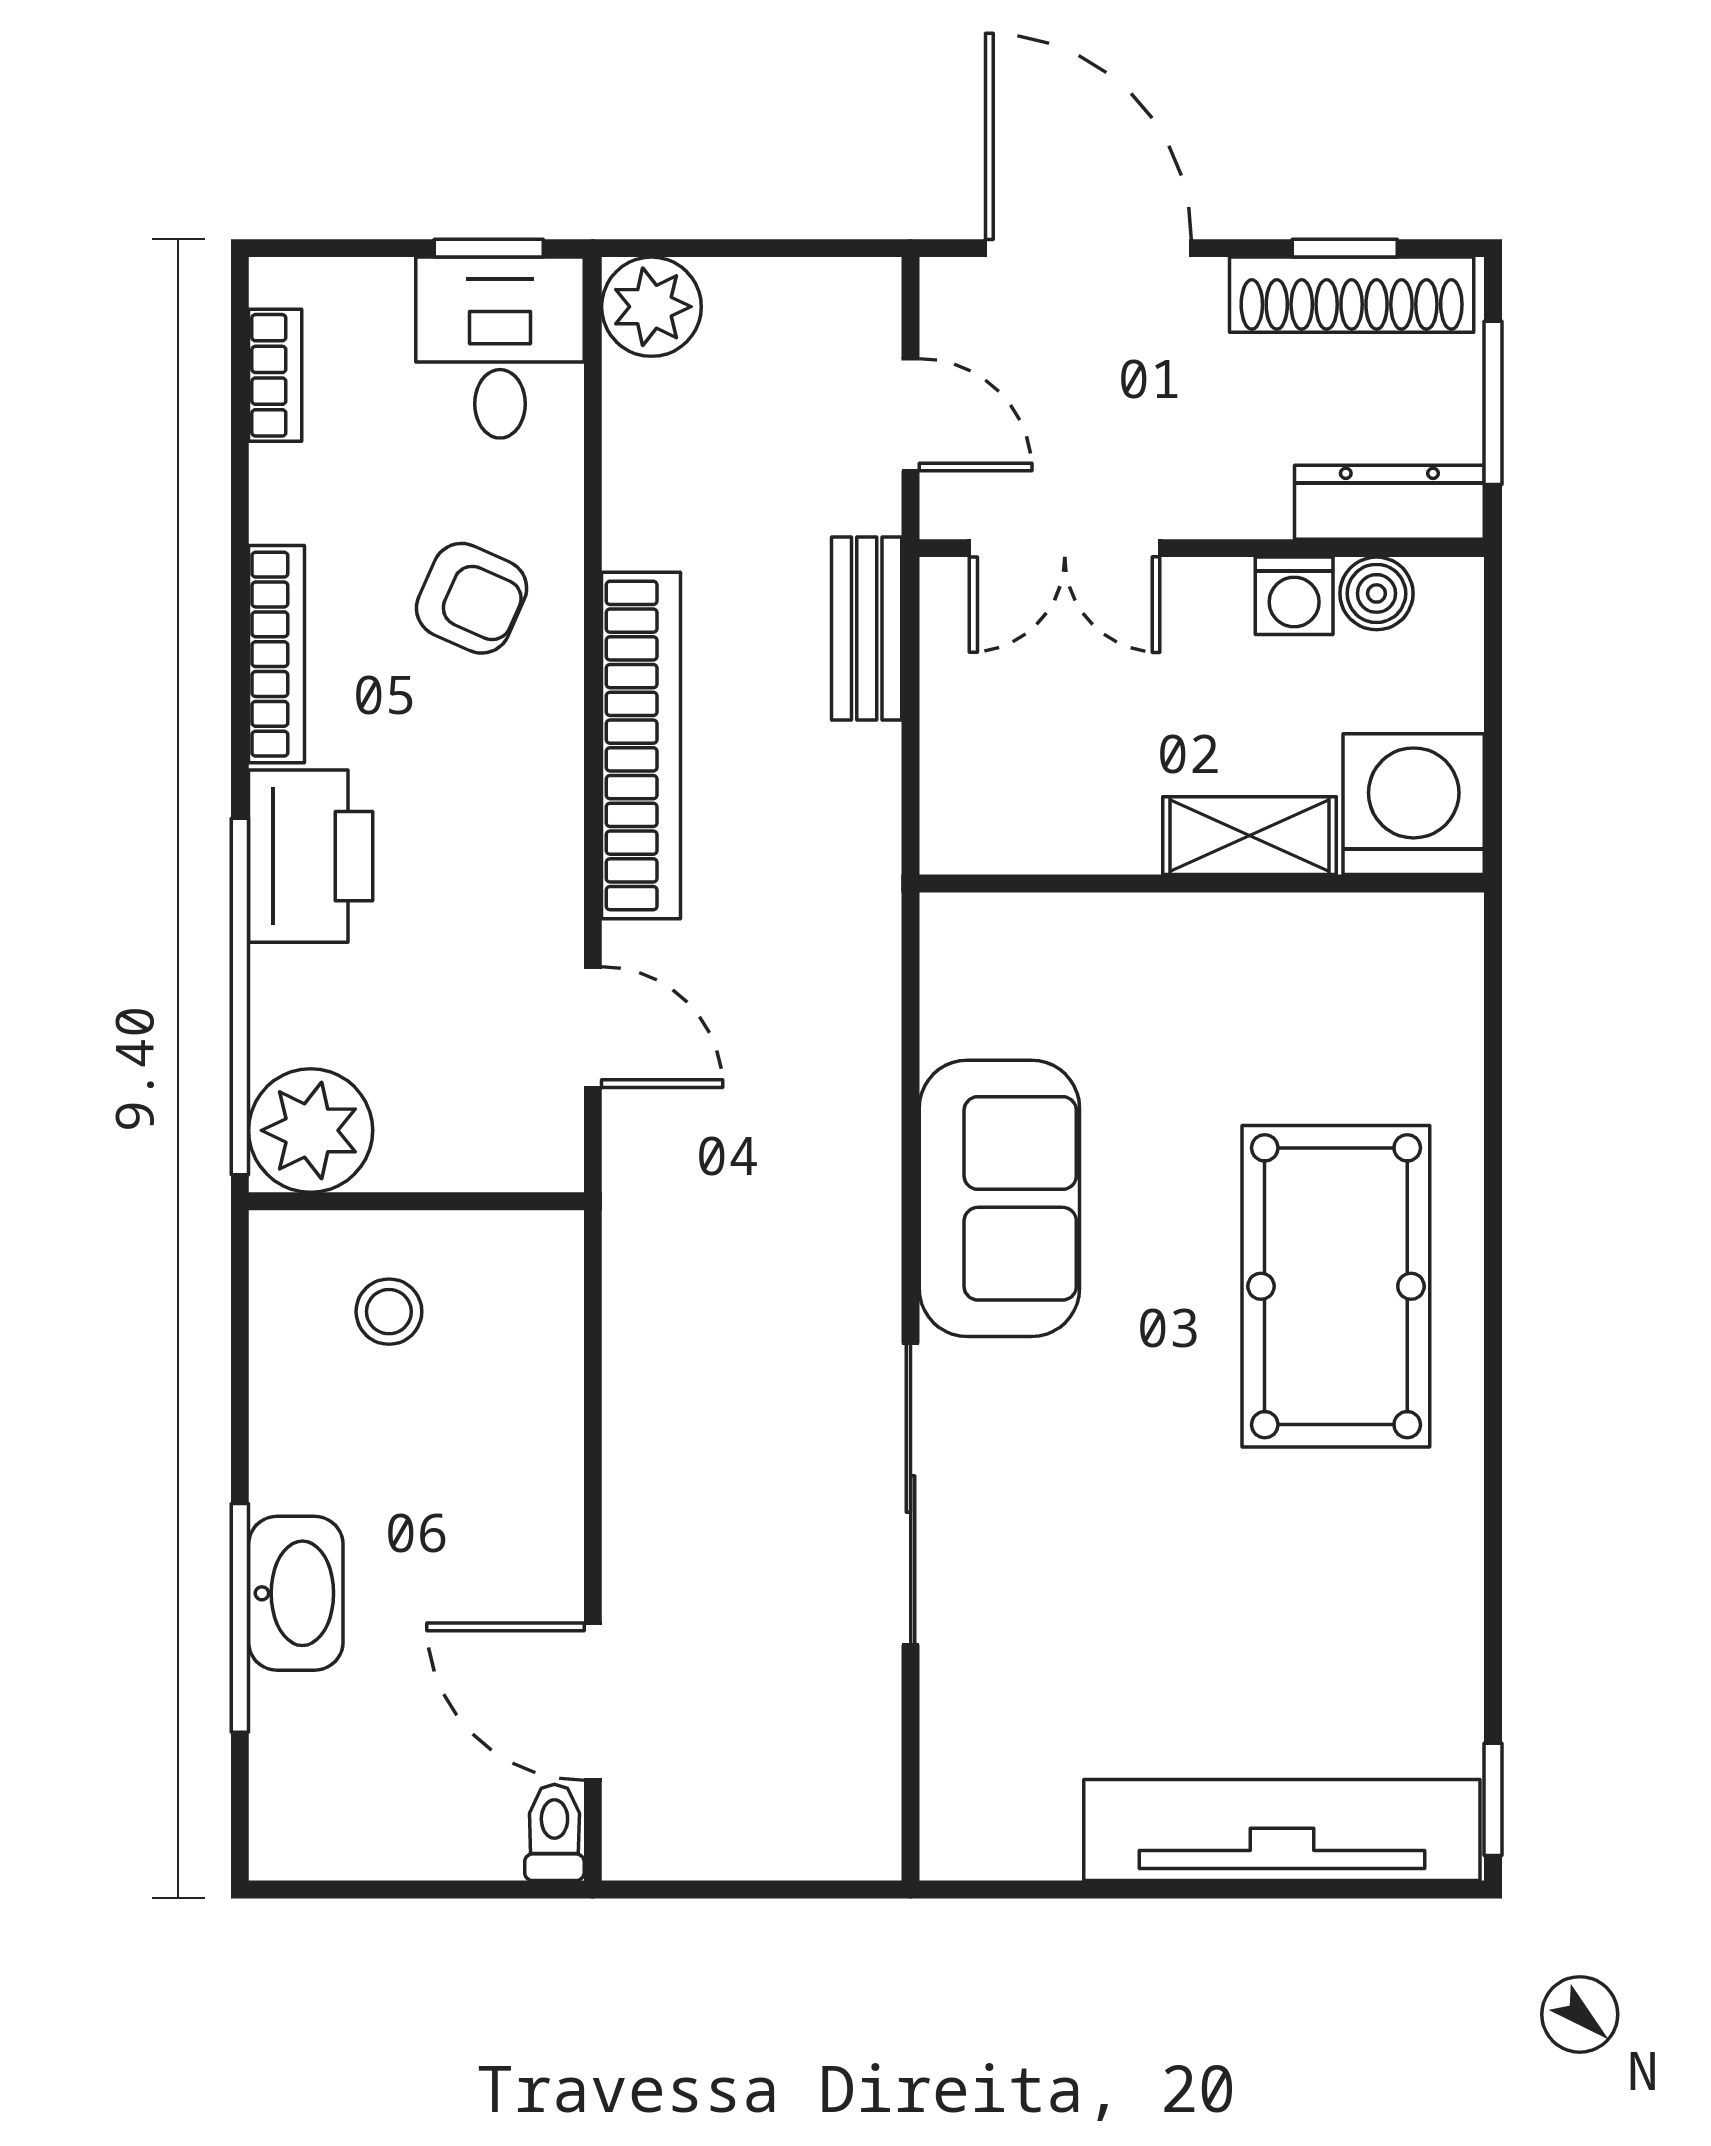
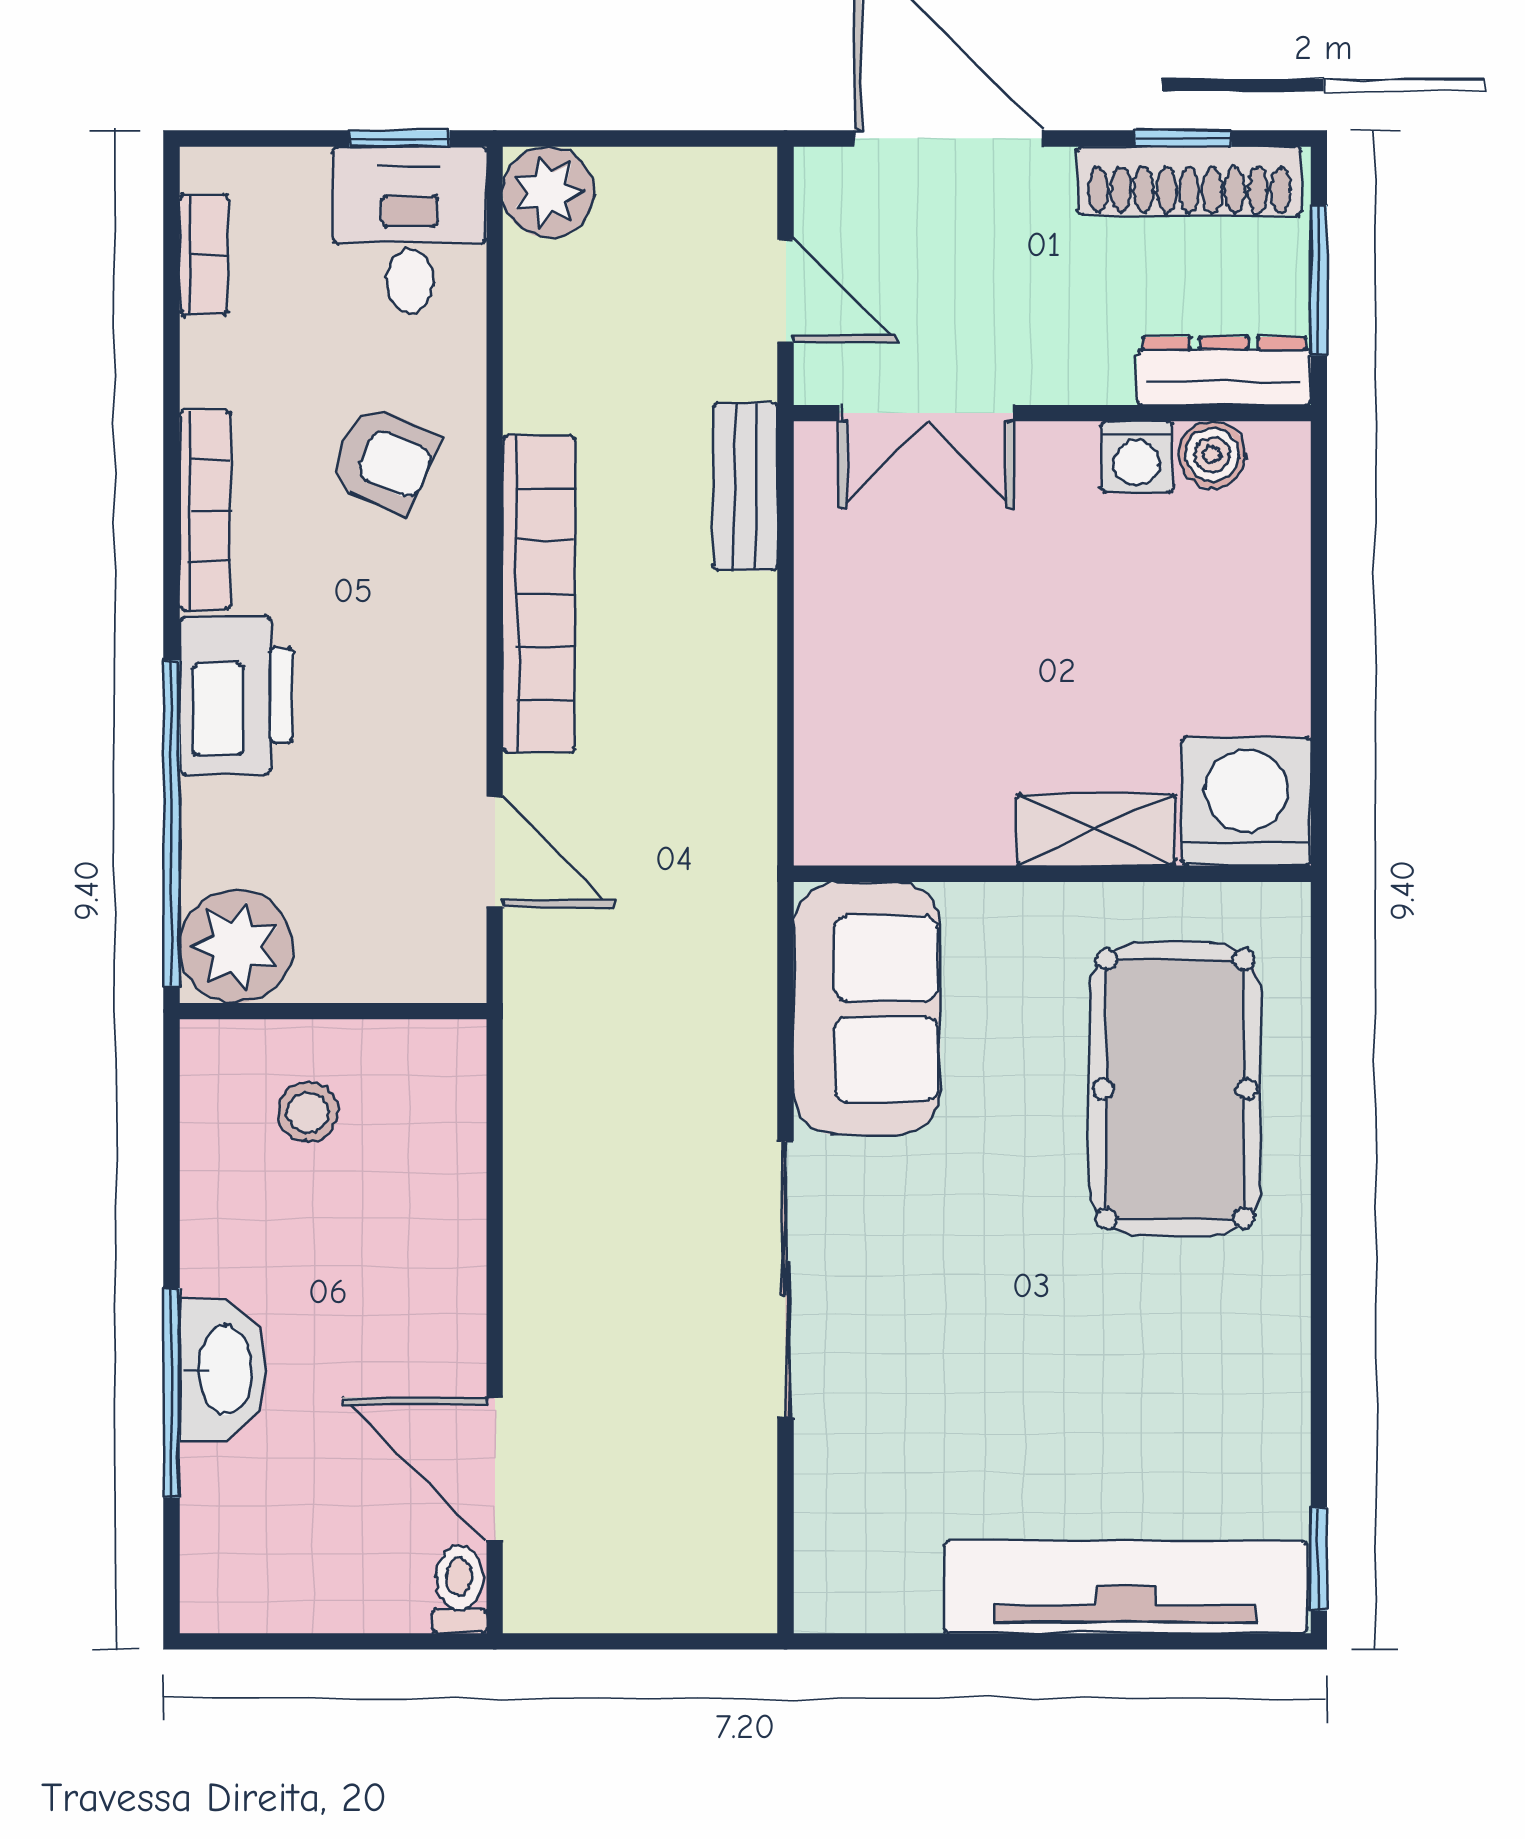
washing machine: (1414, 804) -> (1246, 801), moved
shelving: (1250, 836) -> (1096, 830), moved
wall: (1202, 884) -> (1052, 874), moved

